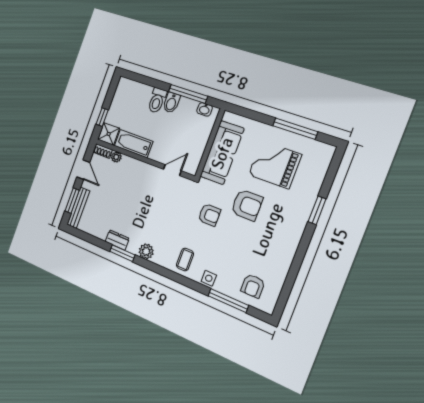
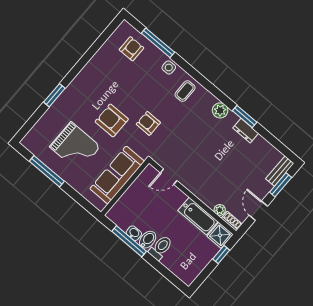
washbasin: (205, 109) -> (134, 233), moved
bench: (78, 208) -> (280, 171), width x0.73

